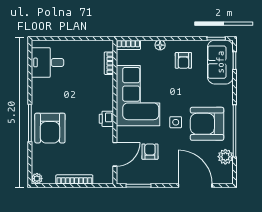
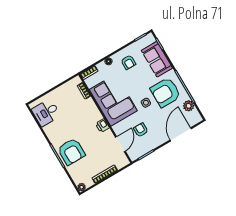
sofa: (220, 62) -> (157, 59), moved
door: (195, 186) -> (181, 134), hinge flipped

